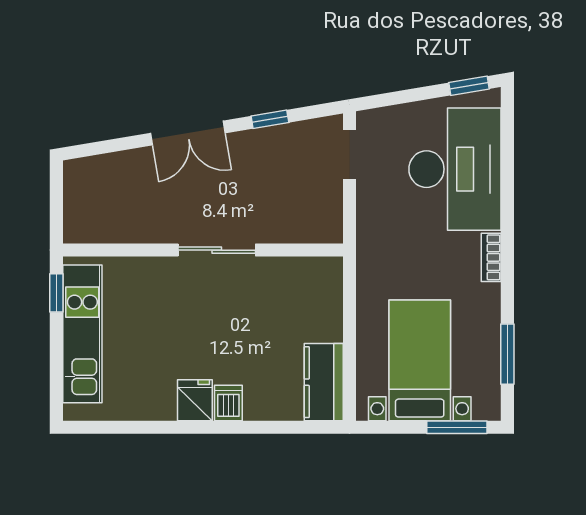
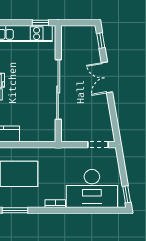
window: (270, 119) -> (101, 41), moved
sliding door: (217, 250) -> (58, 89), width x1.86

